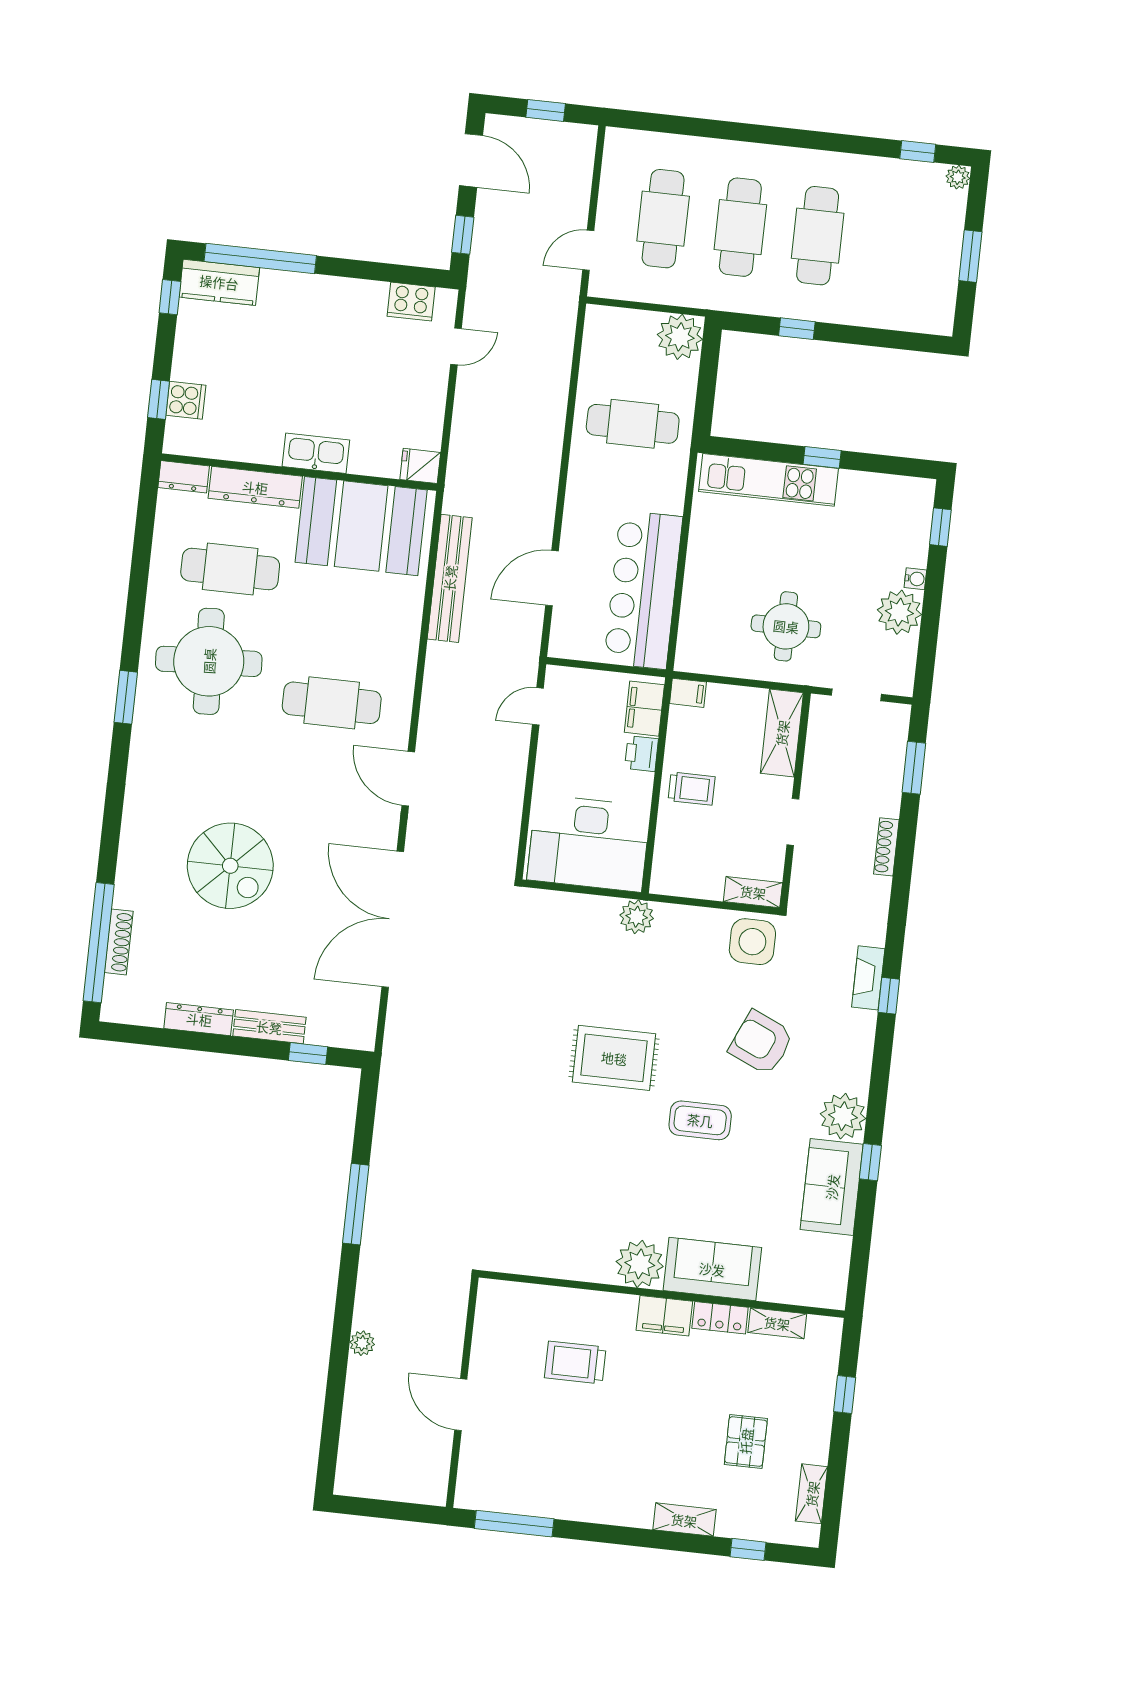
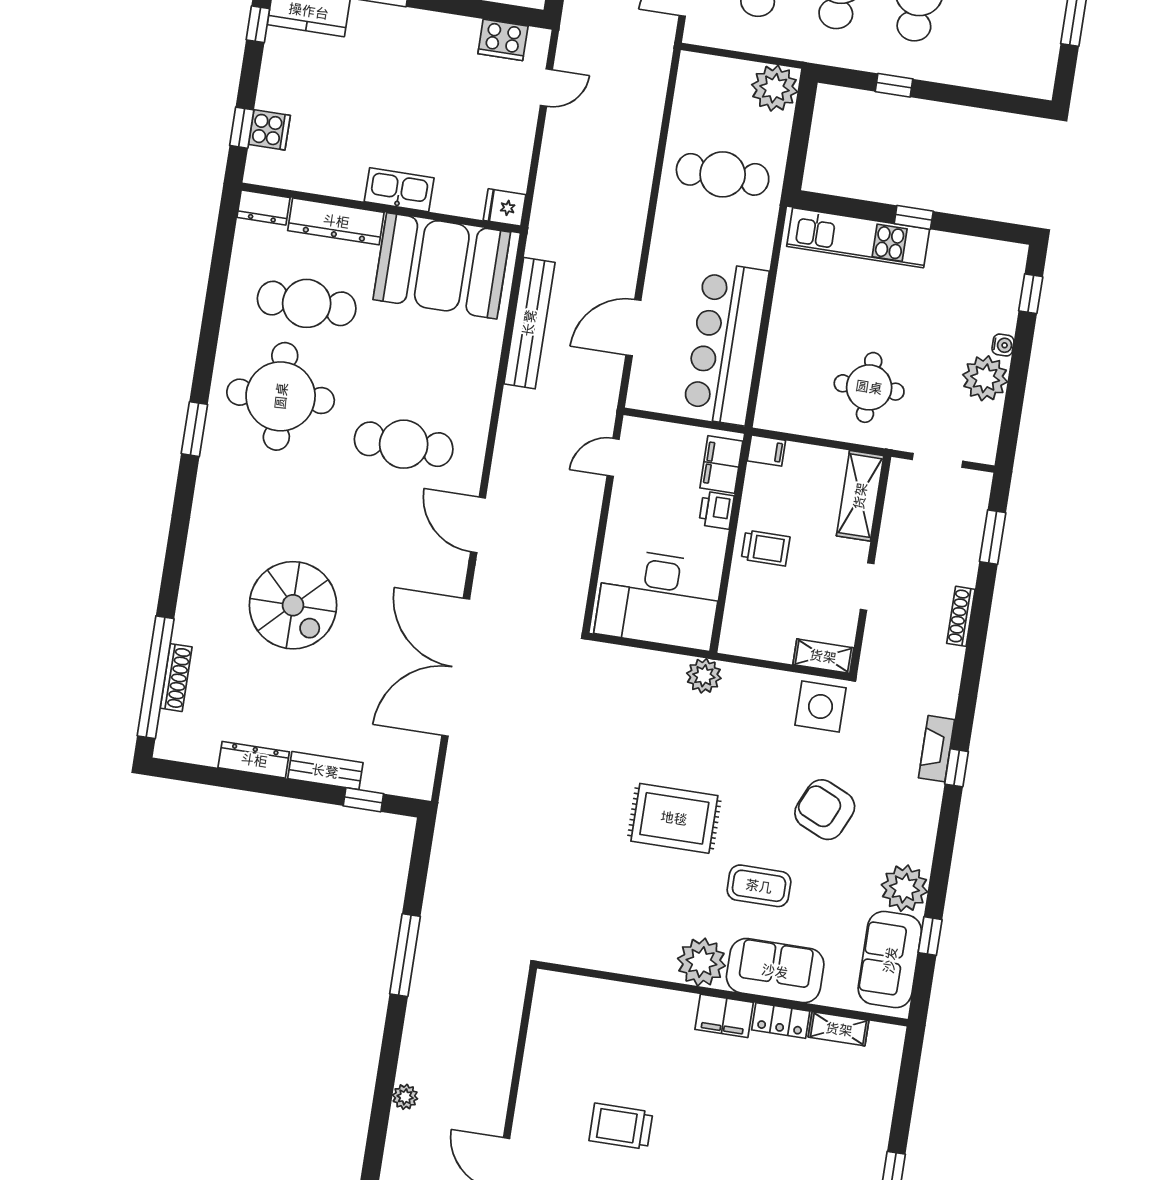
plant: (640, 1264) -> (701, 962), moved
sofa: (712, 1269) -> (775, 971), moved
wall: (662, 1294) -> (722, 994), moved
filing cabinet: (664, 1316) -> (724, 1016), moved
locker: (720, 1318) -> (781, 1021), moved
shelving: (777, 1323) -> (839, 1029), moved

